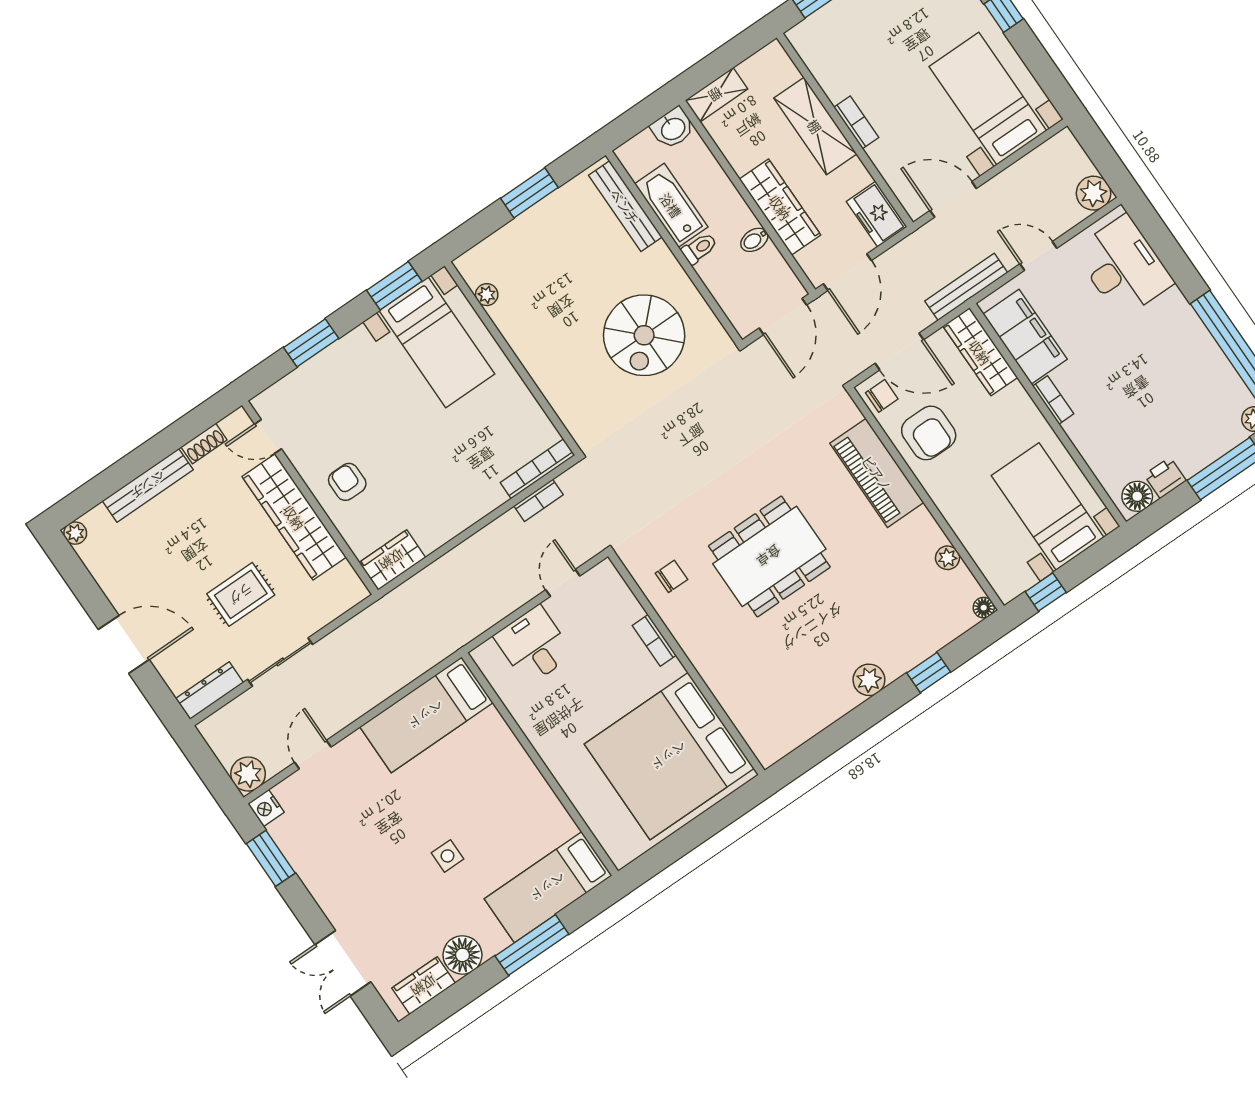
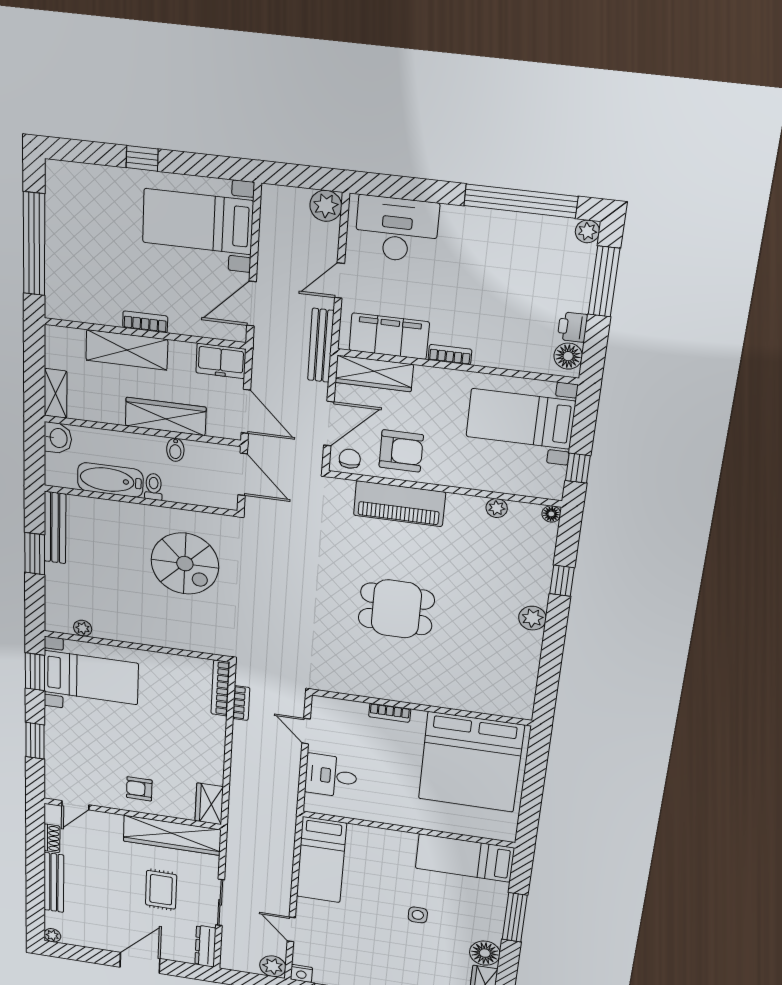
bench: (625, 206) -> (55, 528), moved, turned 90
wardrobe: (294, 517) -> (172, 835), moved
dining table: (769, 556) -> (396, 609), width x0.73
chair: (671, 576) -> (357, 672), removed
bed: (548, 887) -> (465, 858), moved, turned 90

